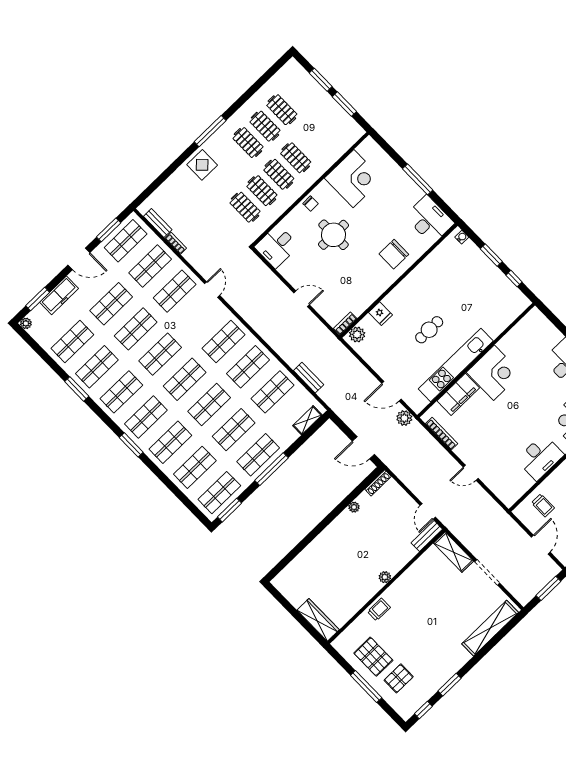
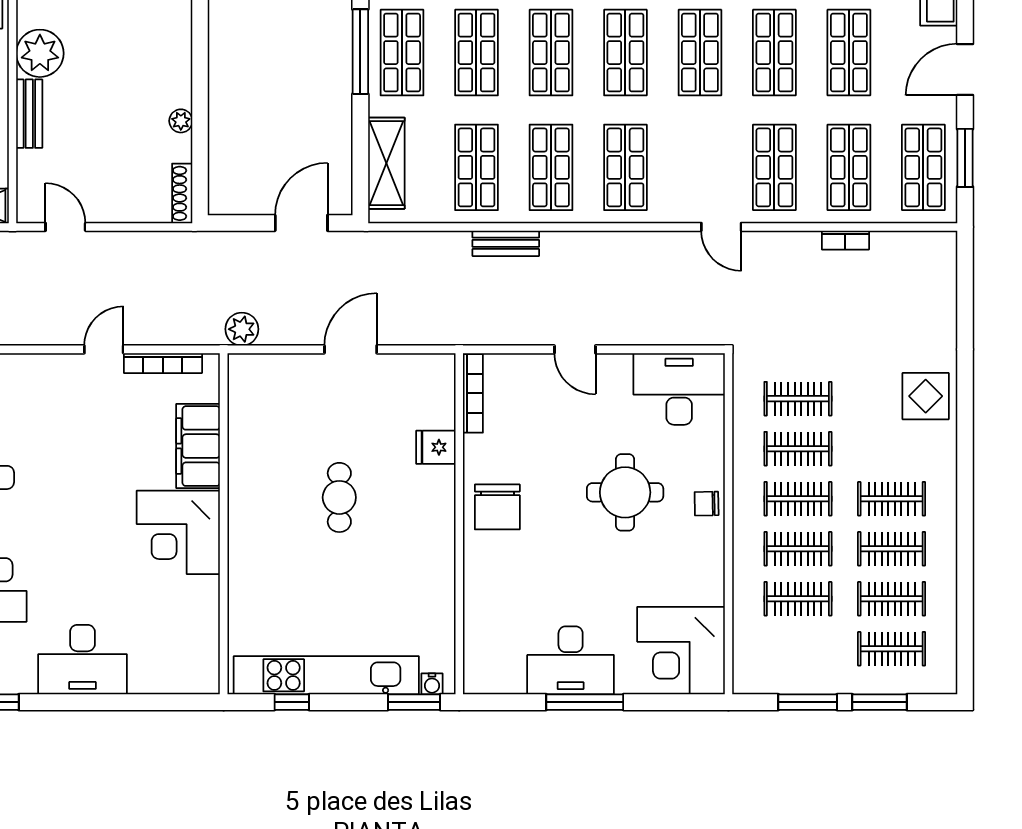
clothes rail: (299, 93) -> (892, 649), added
window: (210, 131) -> (965, 458), removed
clothes rail: (313, 141) -> (798, 599), added
corner desk: (353, 179) -> (681, 651), moved
desk: (429, 220) -> (571, 660), moved
bench: (158, 223) -> (903, 243), removed
desk: (277, 246) -> (679, 389), width x1.37
chair: (394, 254) -> (497, 507), moved, turned 180
window: (491, 255) -> (414, 702), moved
door: (302, 299) -> (575, 349), hinge flipped
bookcase: (345, 323) -> (473, 393), width x1.56
plant: (357, 335) -> (439, 381), removed
kitchen unit: (456, 365) -> (326, 675), moved, turned -90
bench: (309, 378) -> (506, 243), moved
door: (392, 391) -> (351, 349), moved
shelving: (307, 420) -> (386, 163), width x1.50, depth x1.33
door: (363, 448) -> (301, 223), moved
door: (471, 473) -> (104, 349), moved
bench: (427, 536) -> (29, 114), moved
plant: (385, 577) -> (40, 53), width x1.88, depth x1.88

